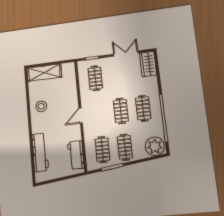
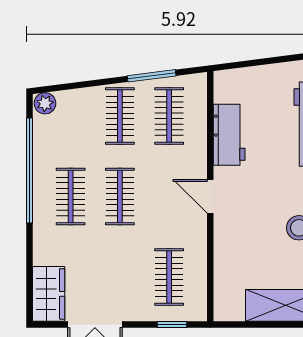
door: (81, 116) -> (210, 196), swing flipped
plant: (155, 146) -> (45, 103), width x0.53, depth x0.53
workbench: (76, 155) -> (229, 135), moved

